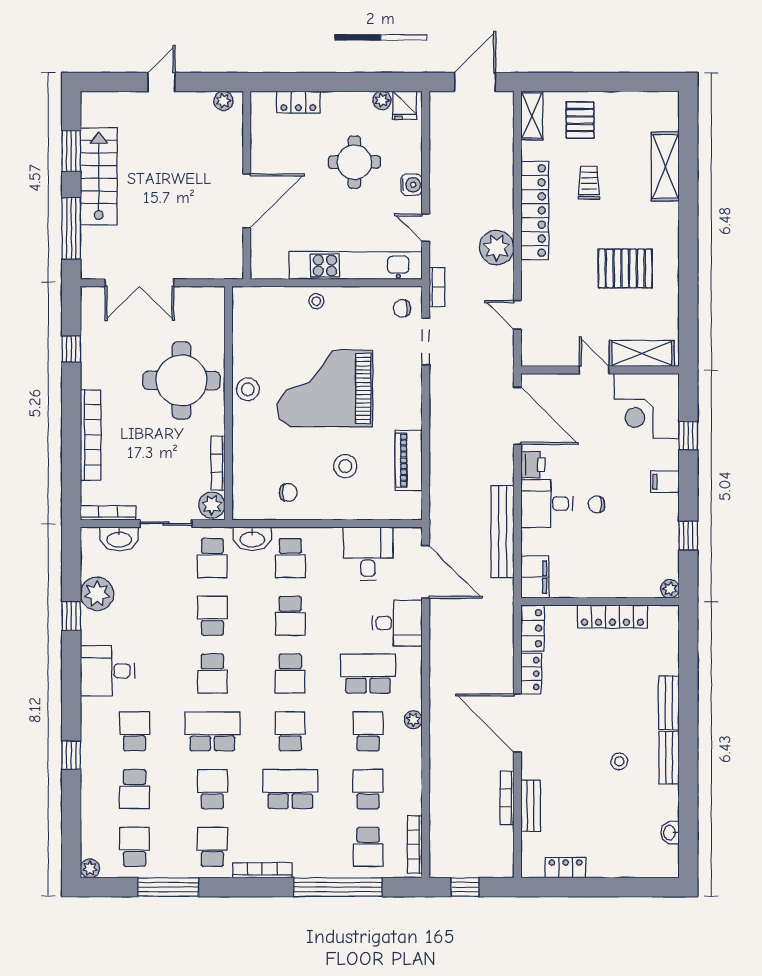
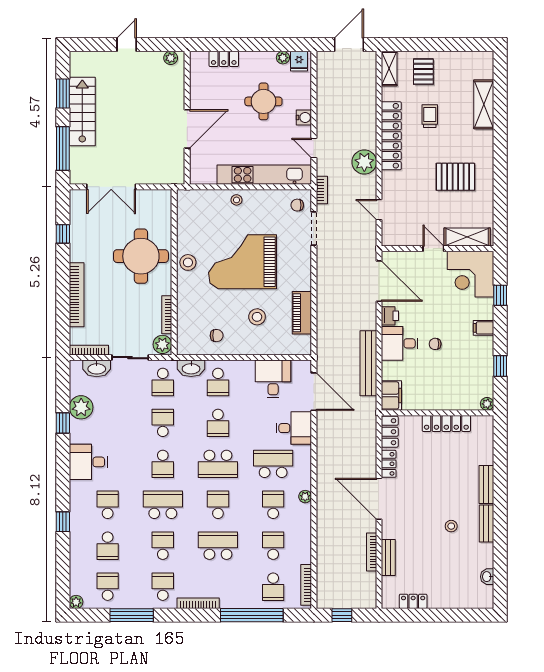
school desk: (290, 674) -> (218, 464), width x1.85

